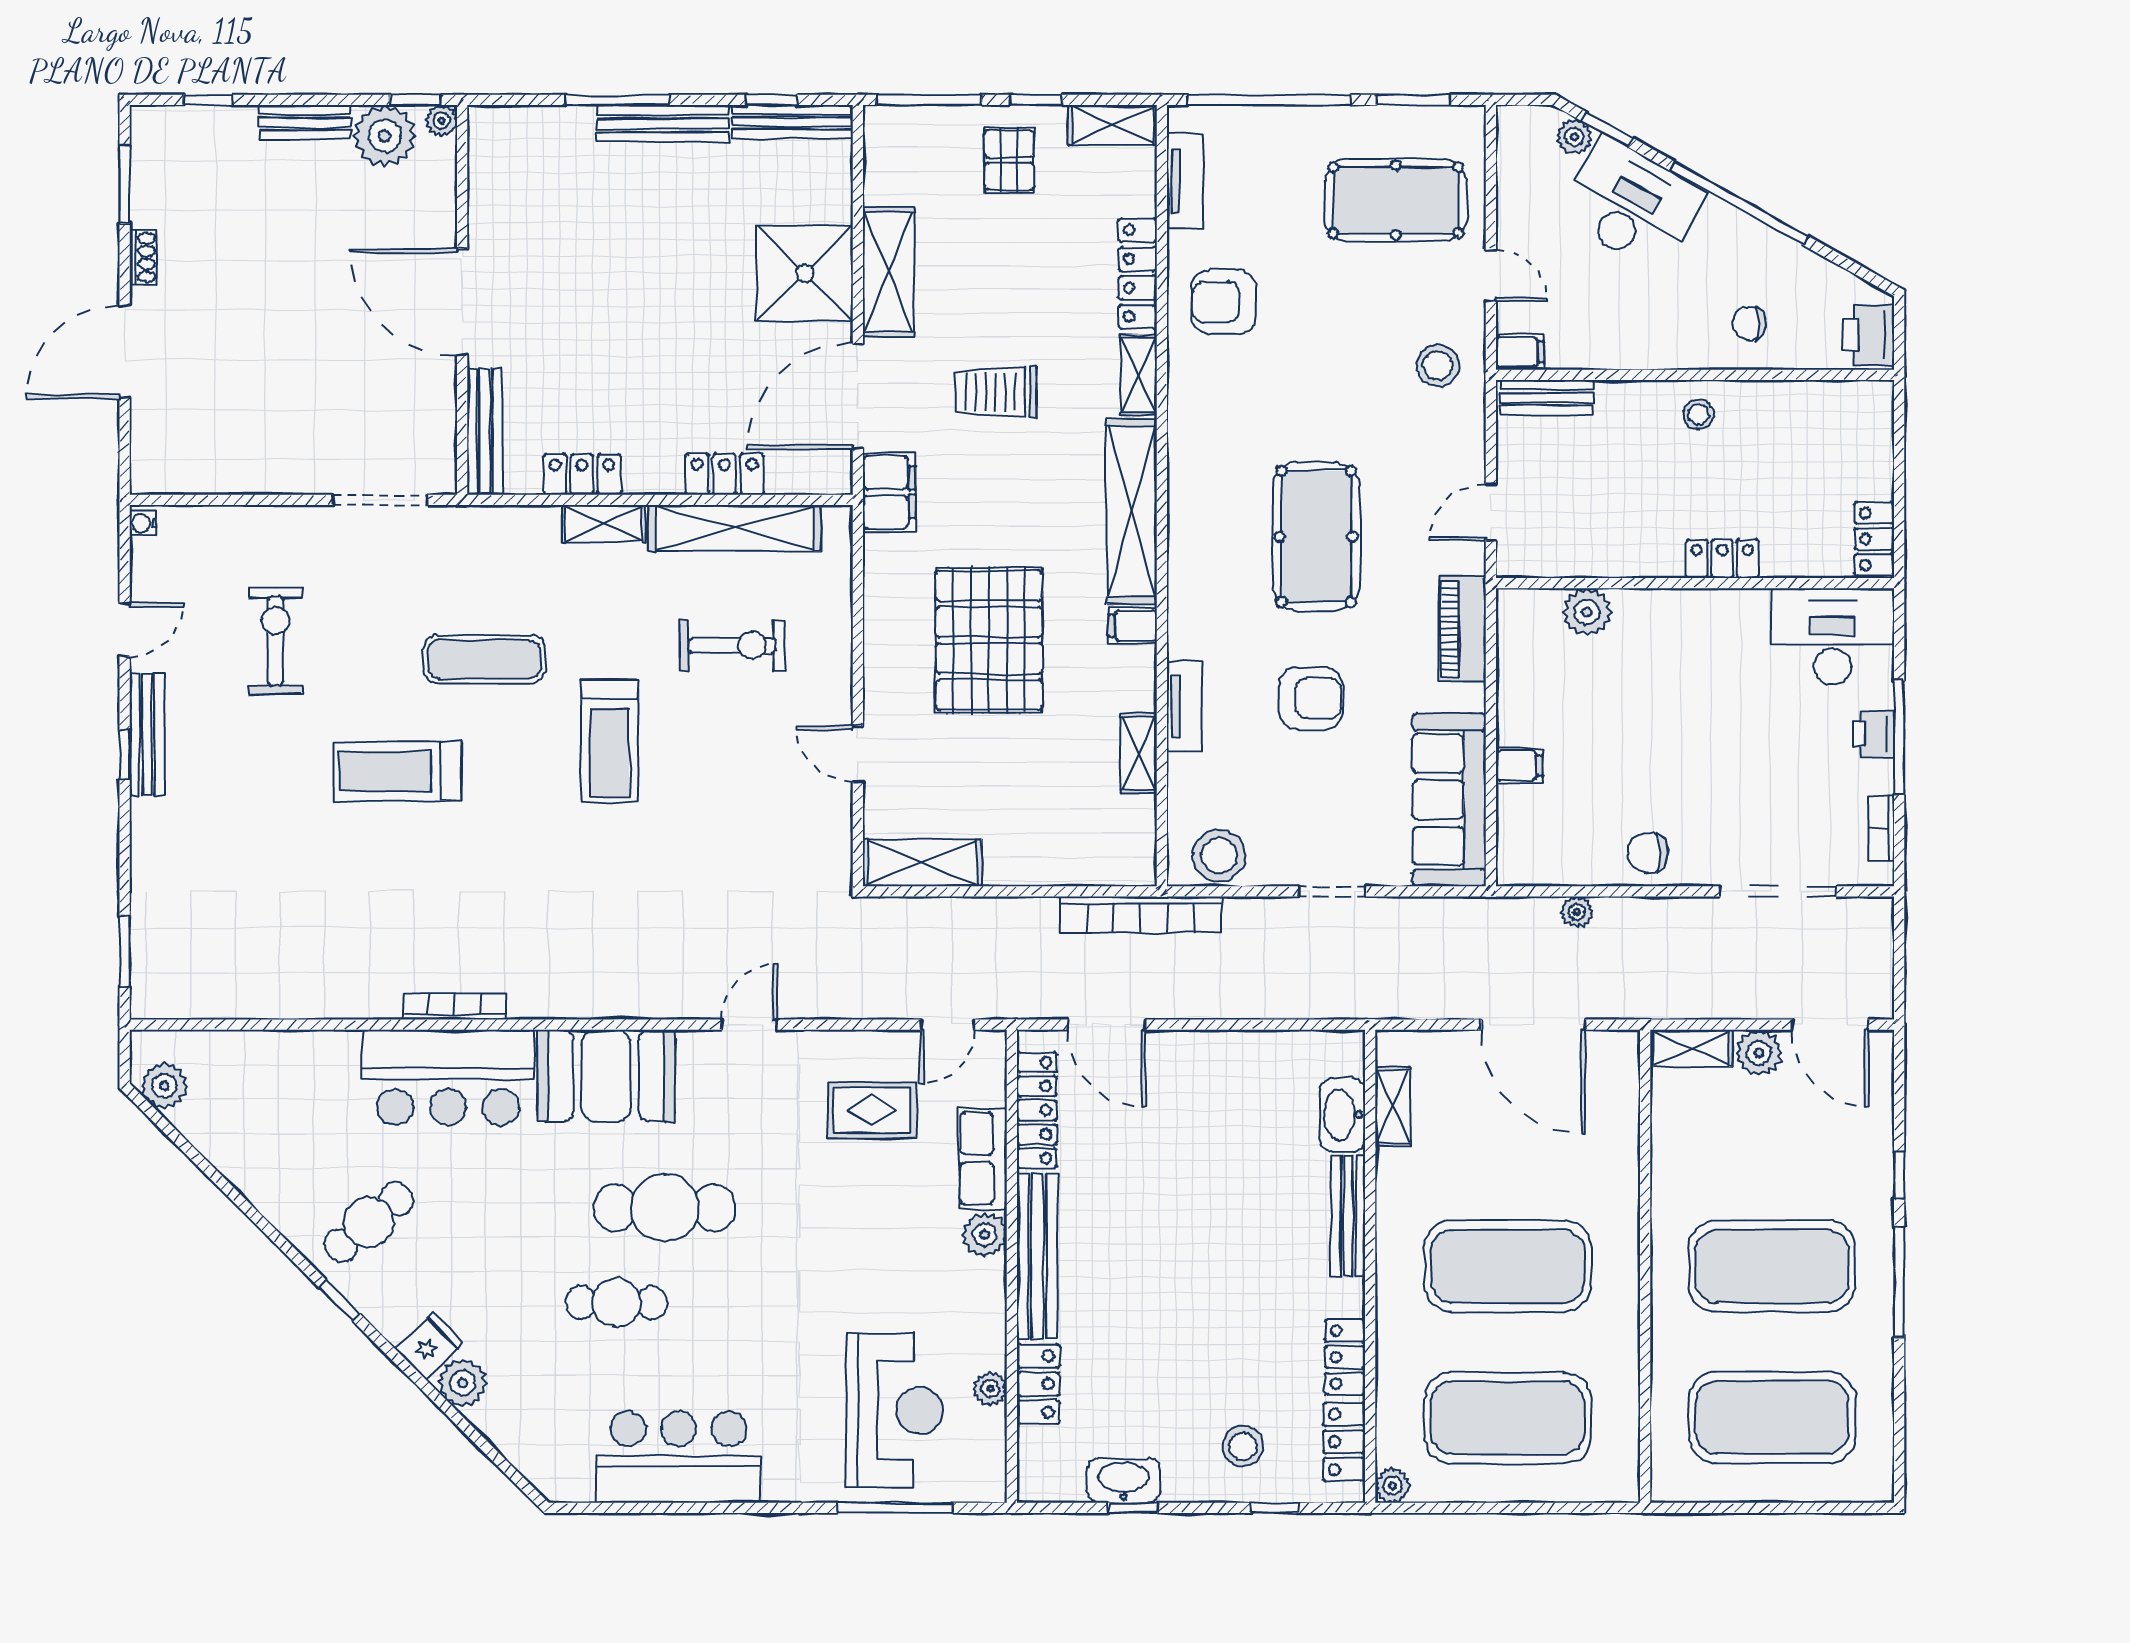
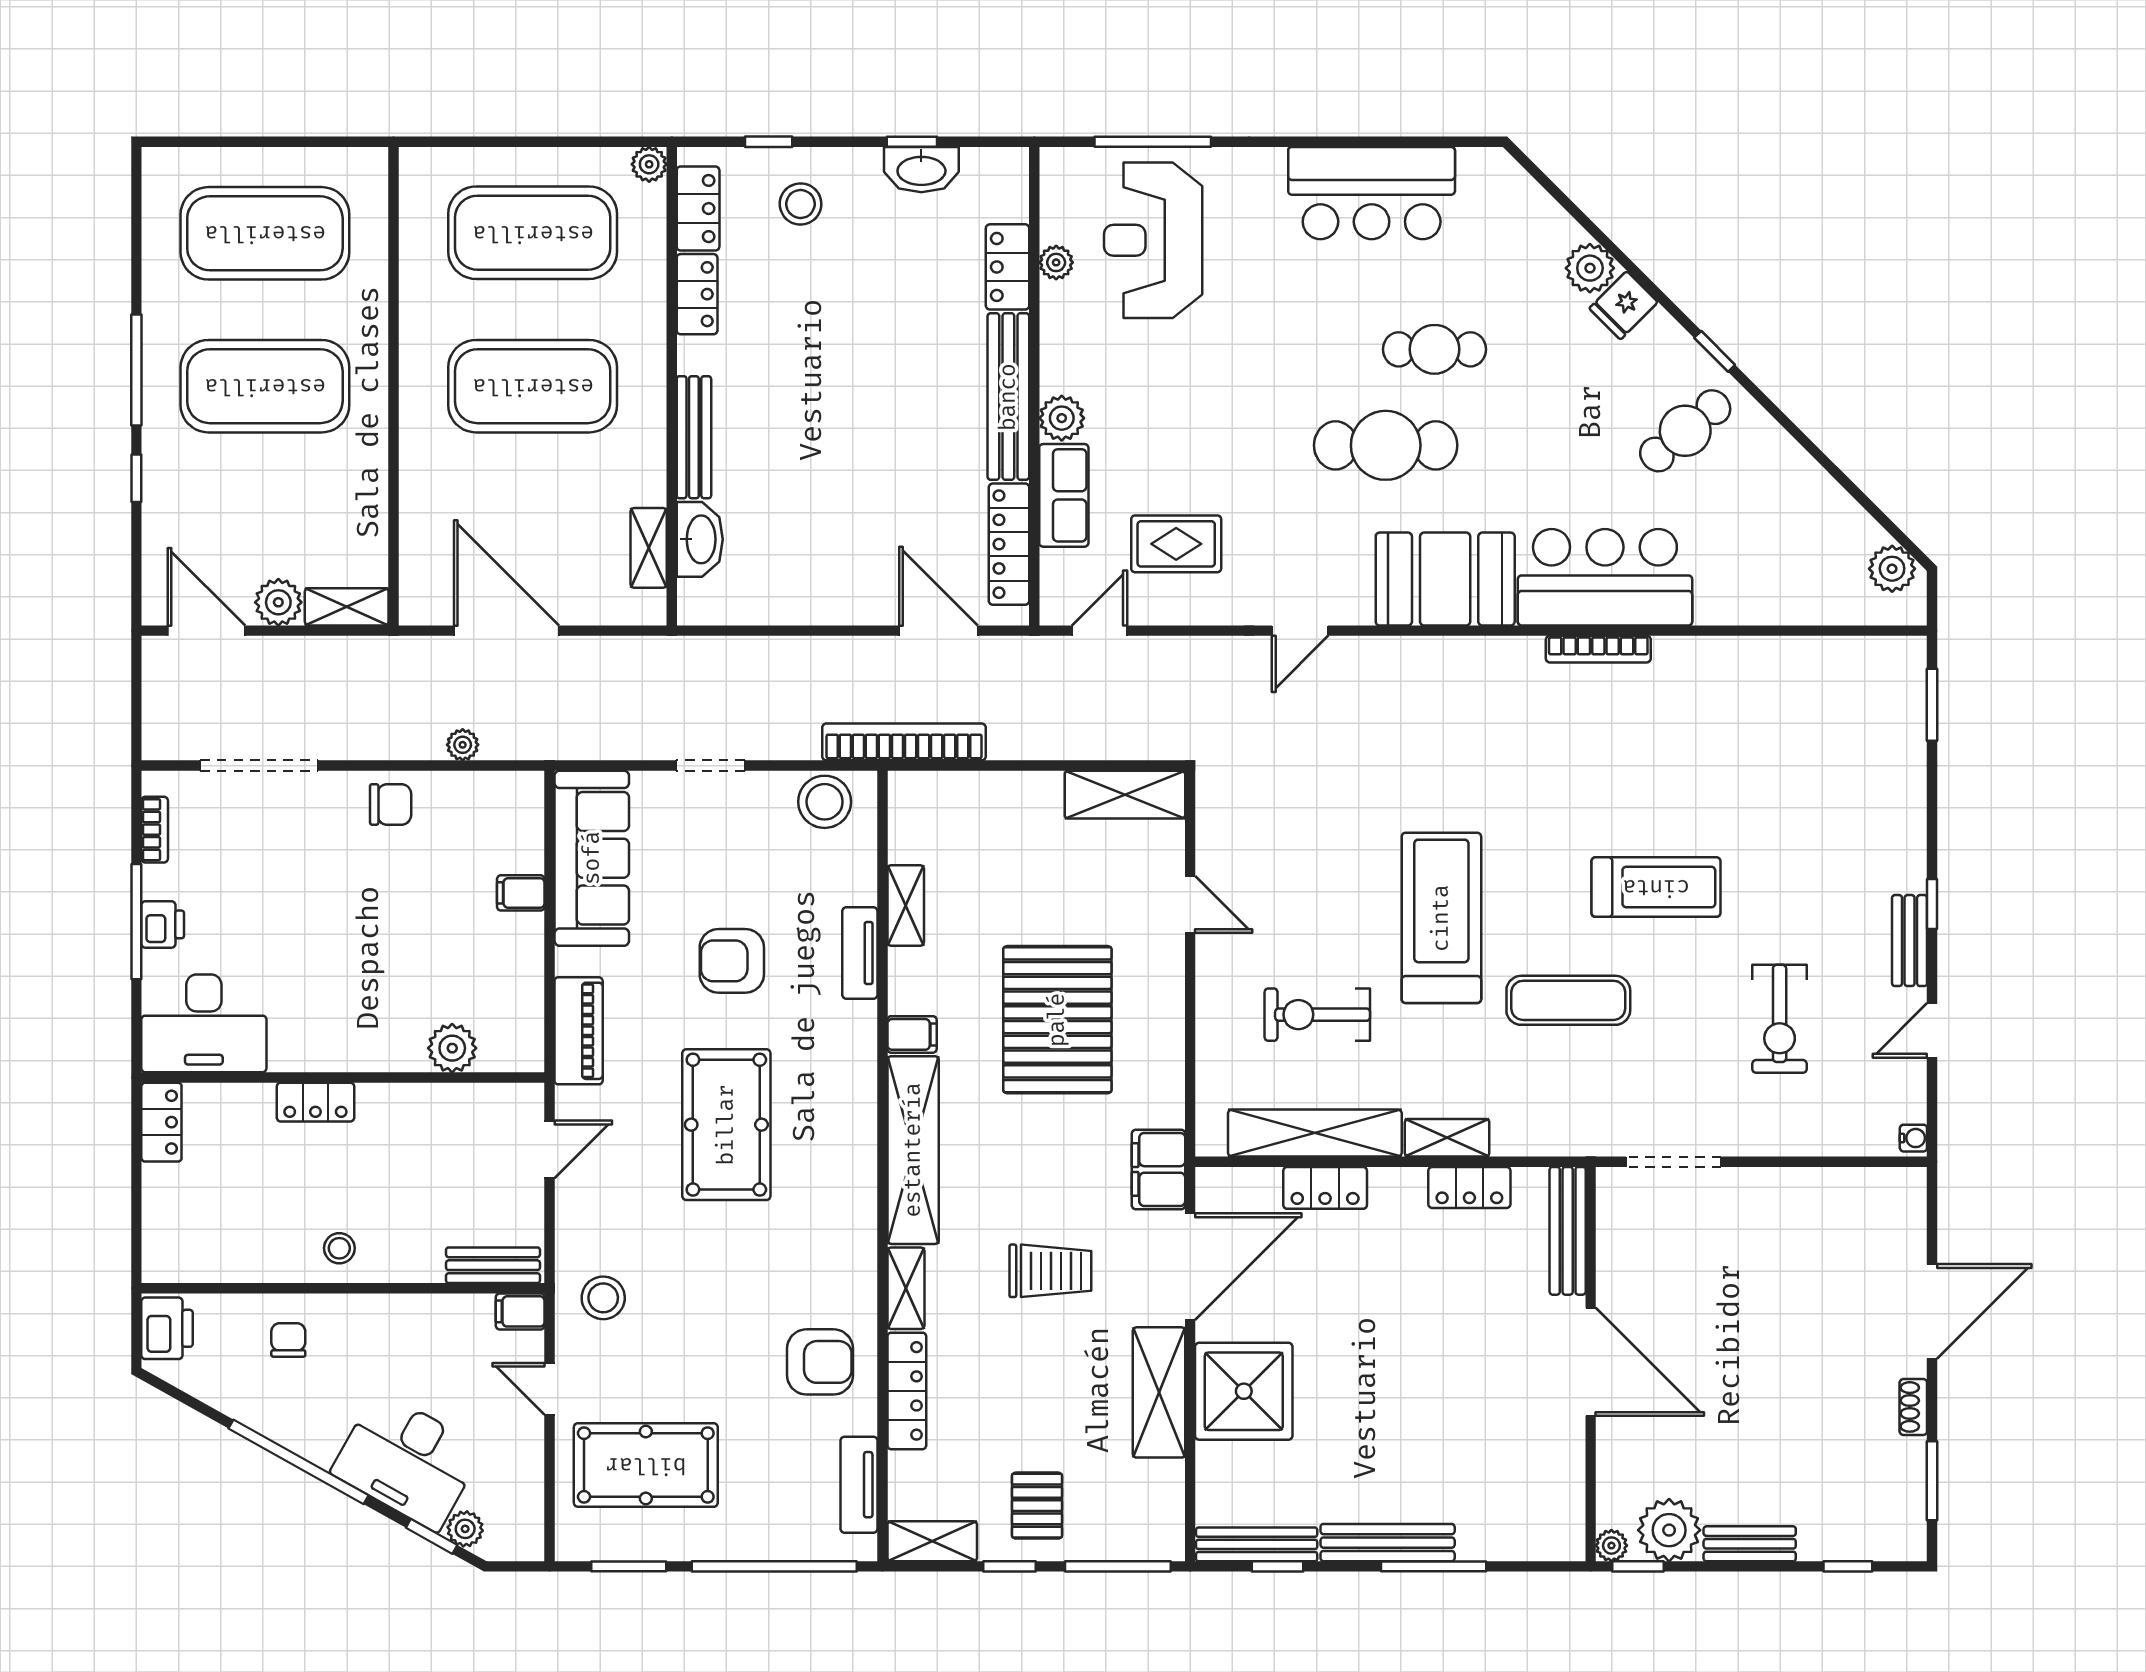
chair: (1749, 324) -> (288, 1340), turned -90
bench: (147, 735) -> (1910, 941), width x0.73
treadmill: (610, 741) -> (1441, 918), width x1.37, depth x1.38

